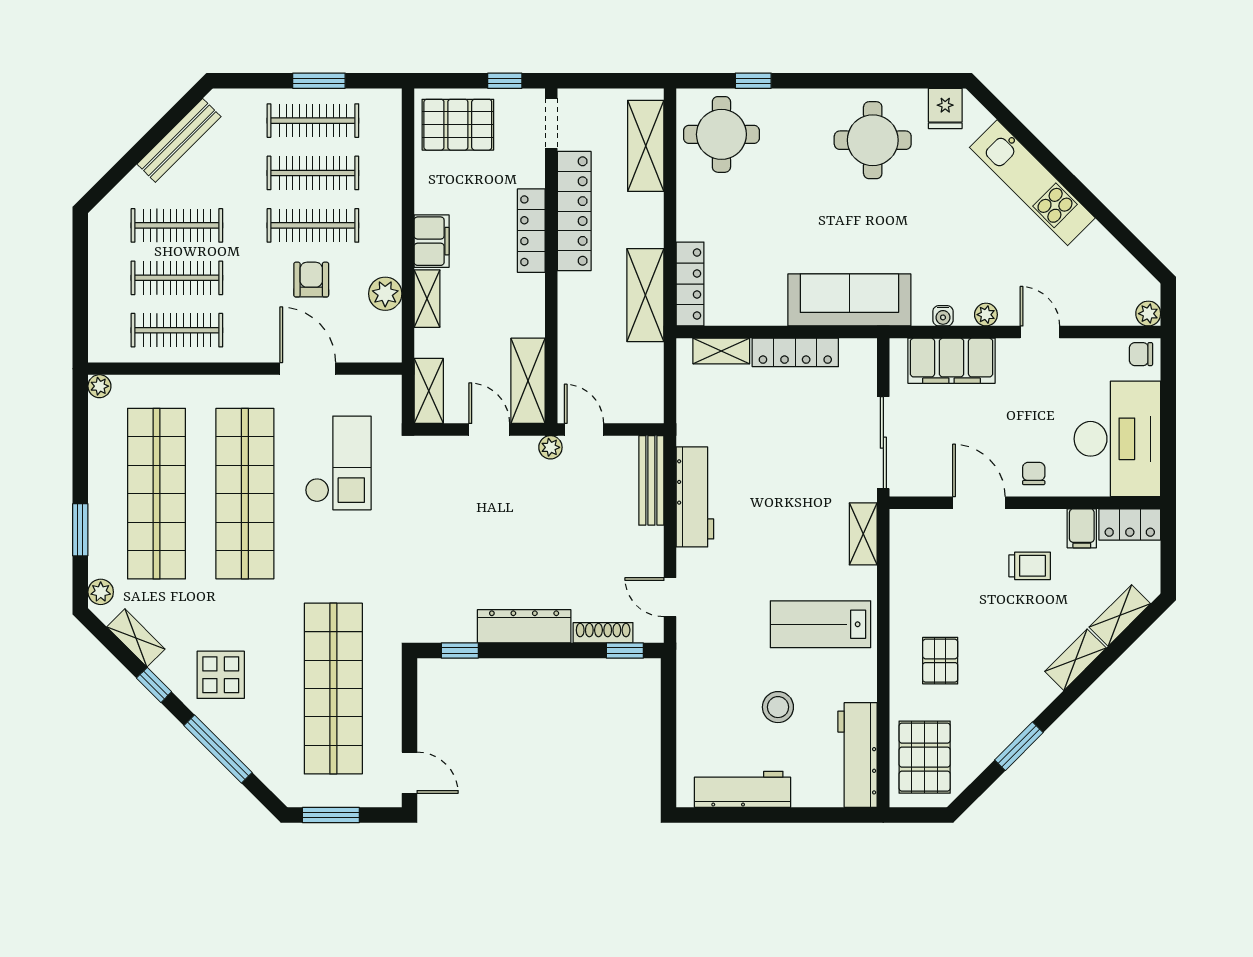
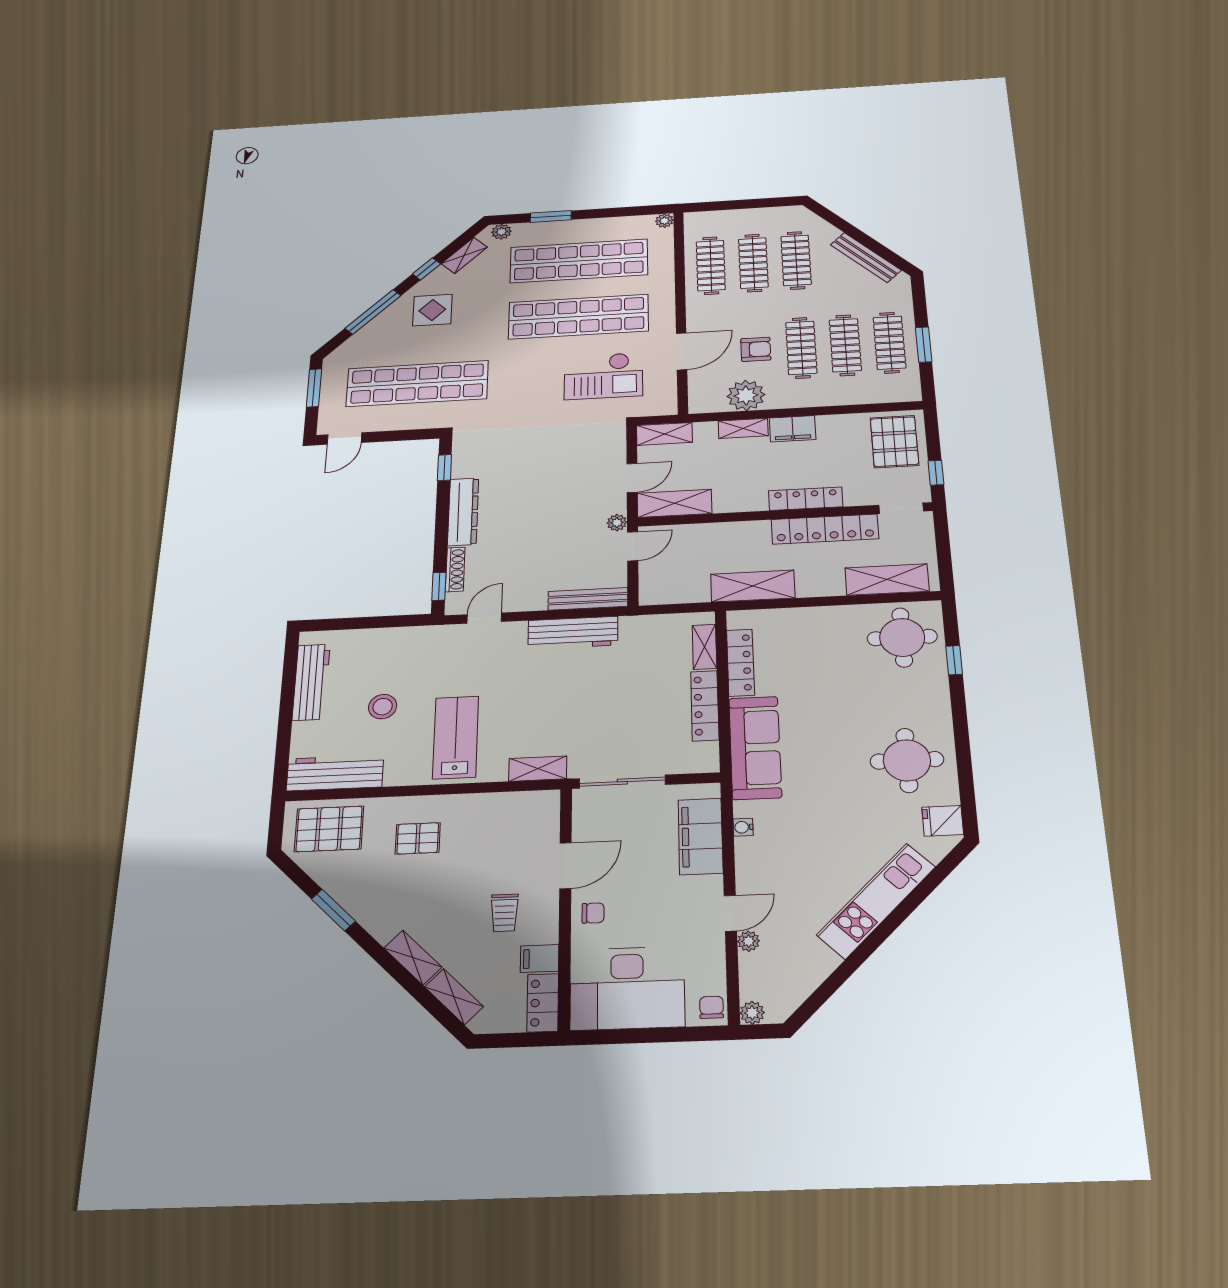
locker: (690, 284) -> (740, 663), moved, turned -90
plant: (385, 294) -> (746, 395), width x1.36, depth x1.36
plant: (986, 315) -> (749, 941), moved

